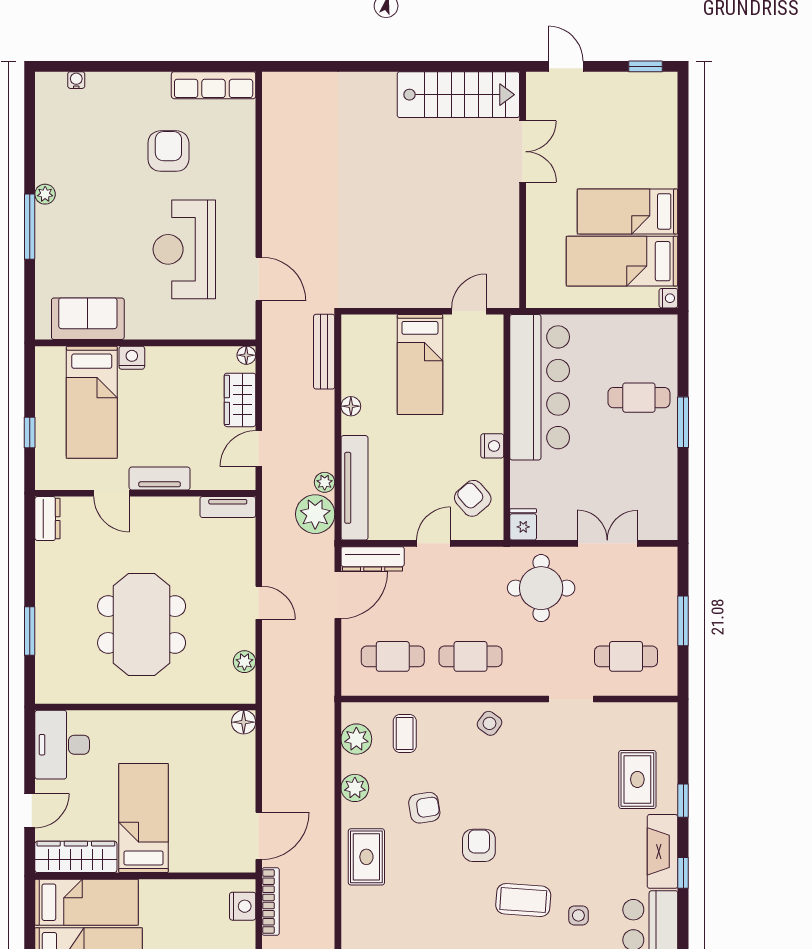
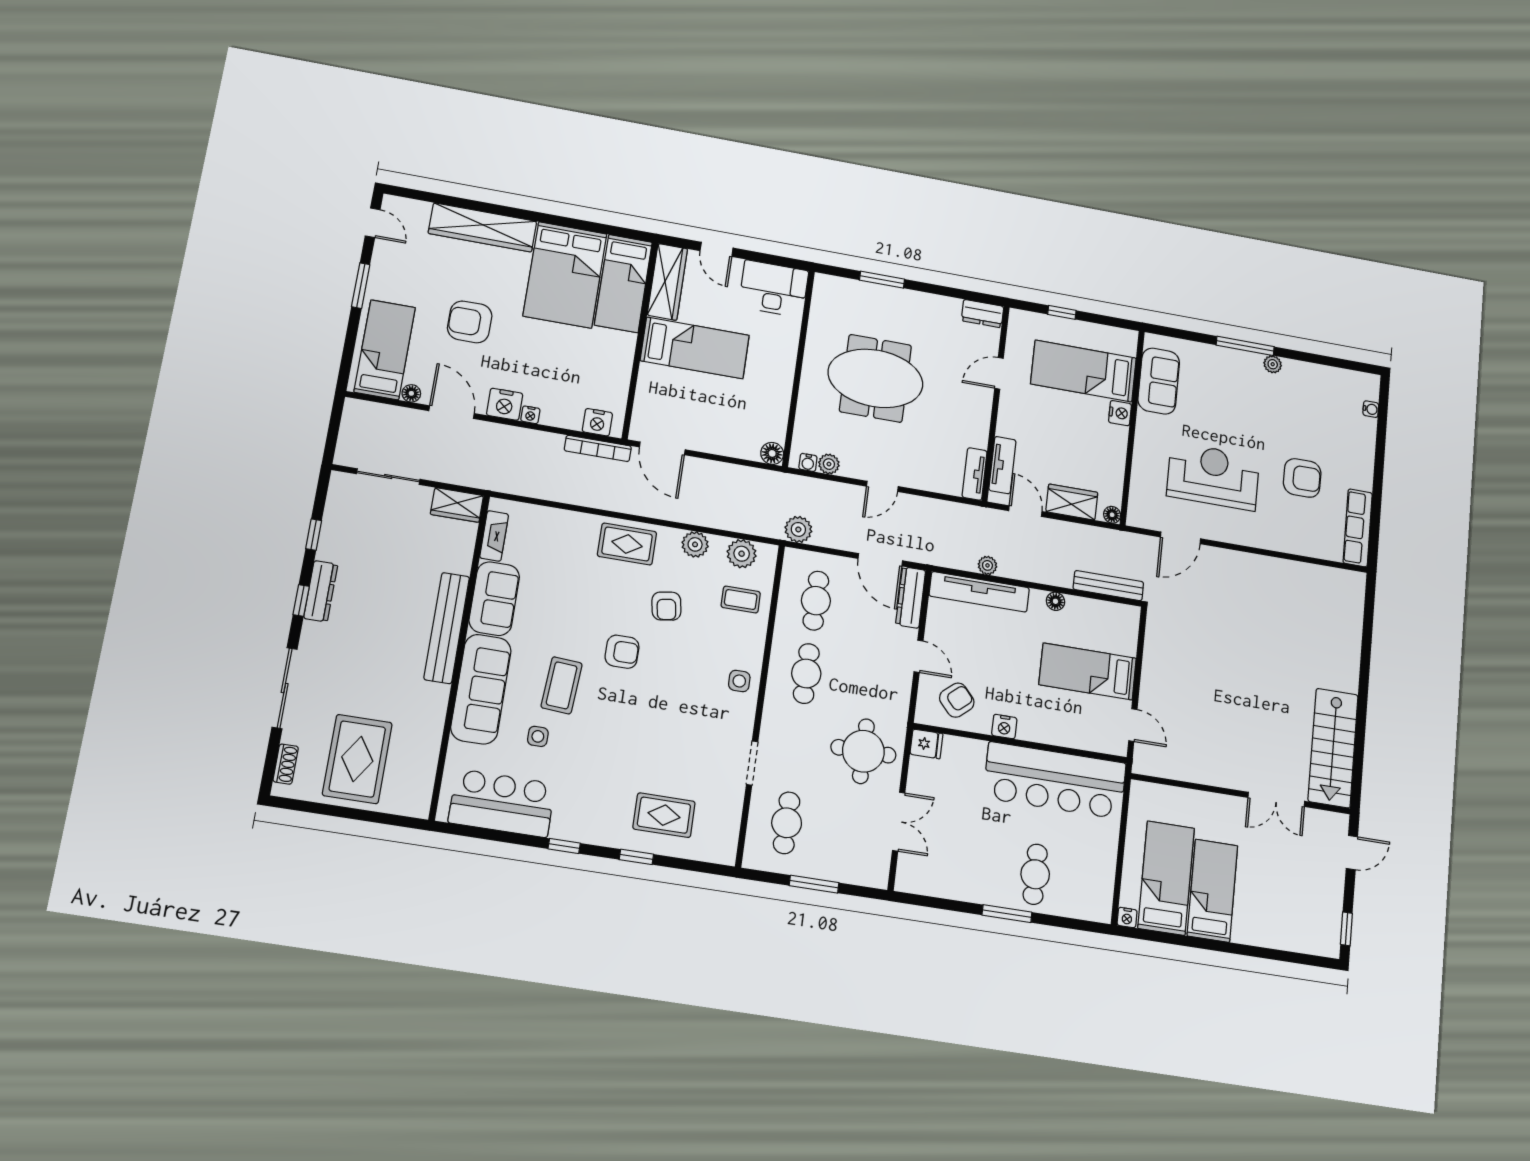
tv unit: (160, 478) -> (1002, 465), moved
plant: (315, 514) -> (798, 529), moved, width x0.73, depth x0.73
water cooler: (247, 684) -> (808, 462), added
side table: (490, 723) -> (739, 681), turned -36
fireplace: (663, 851) -> (589, 829), removed

